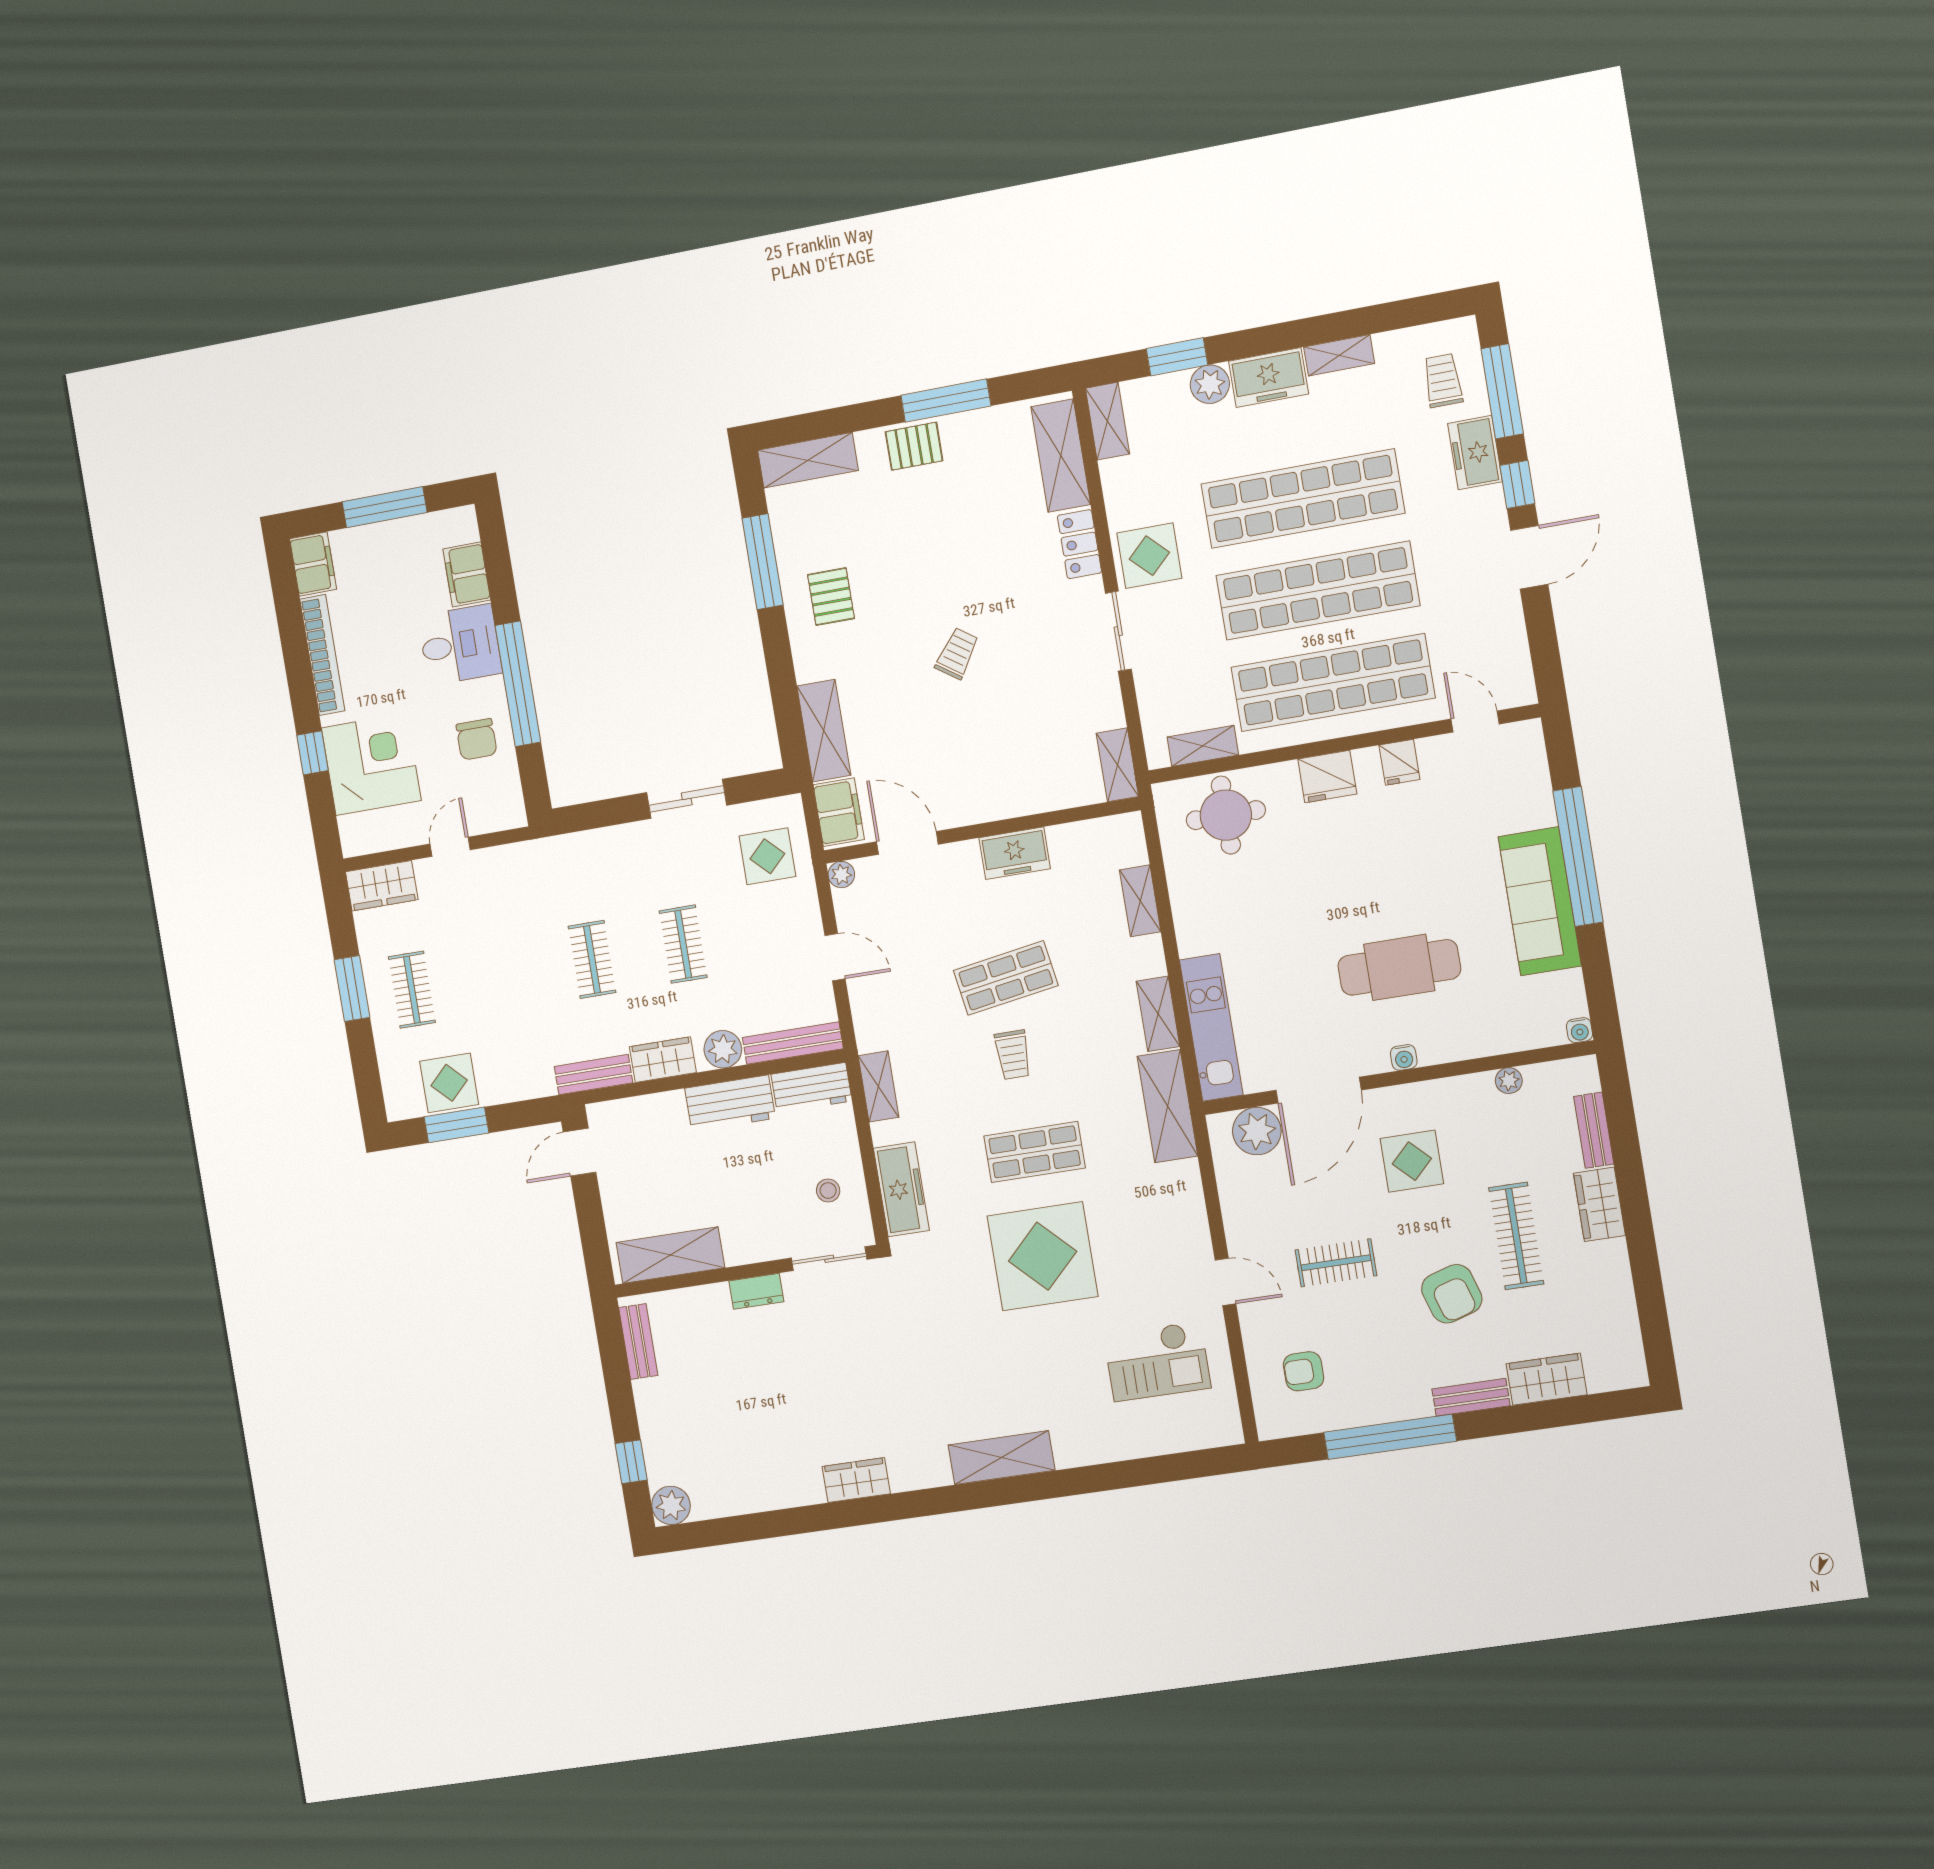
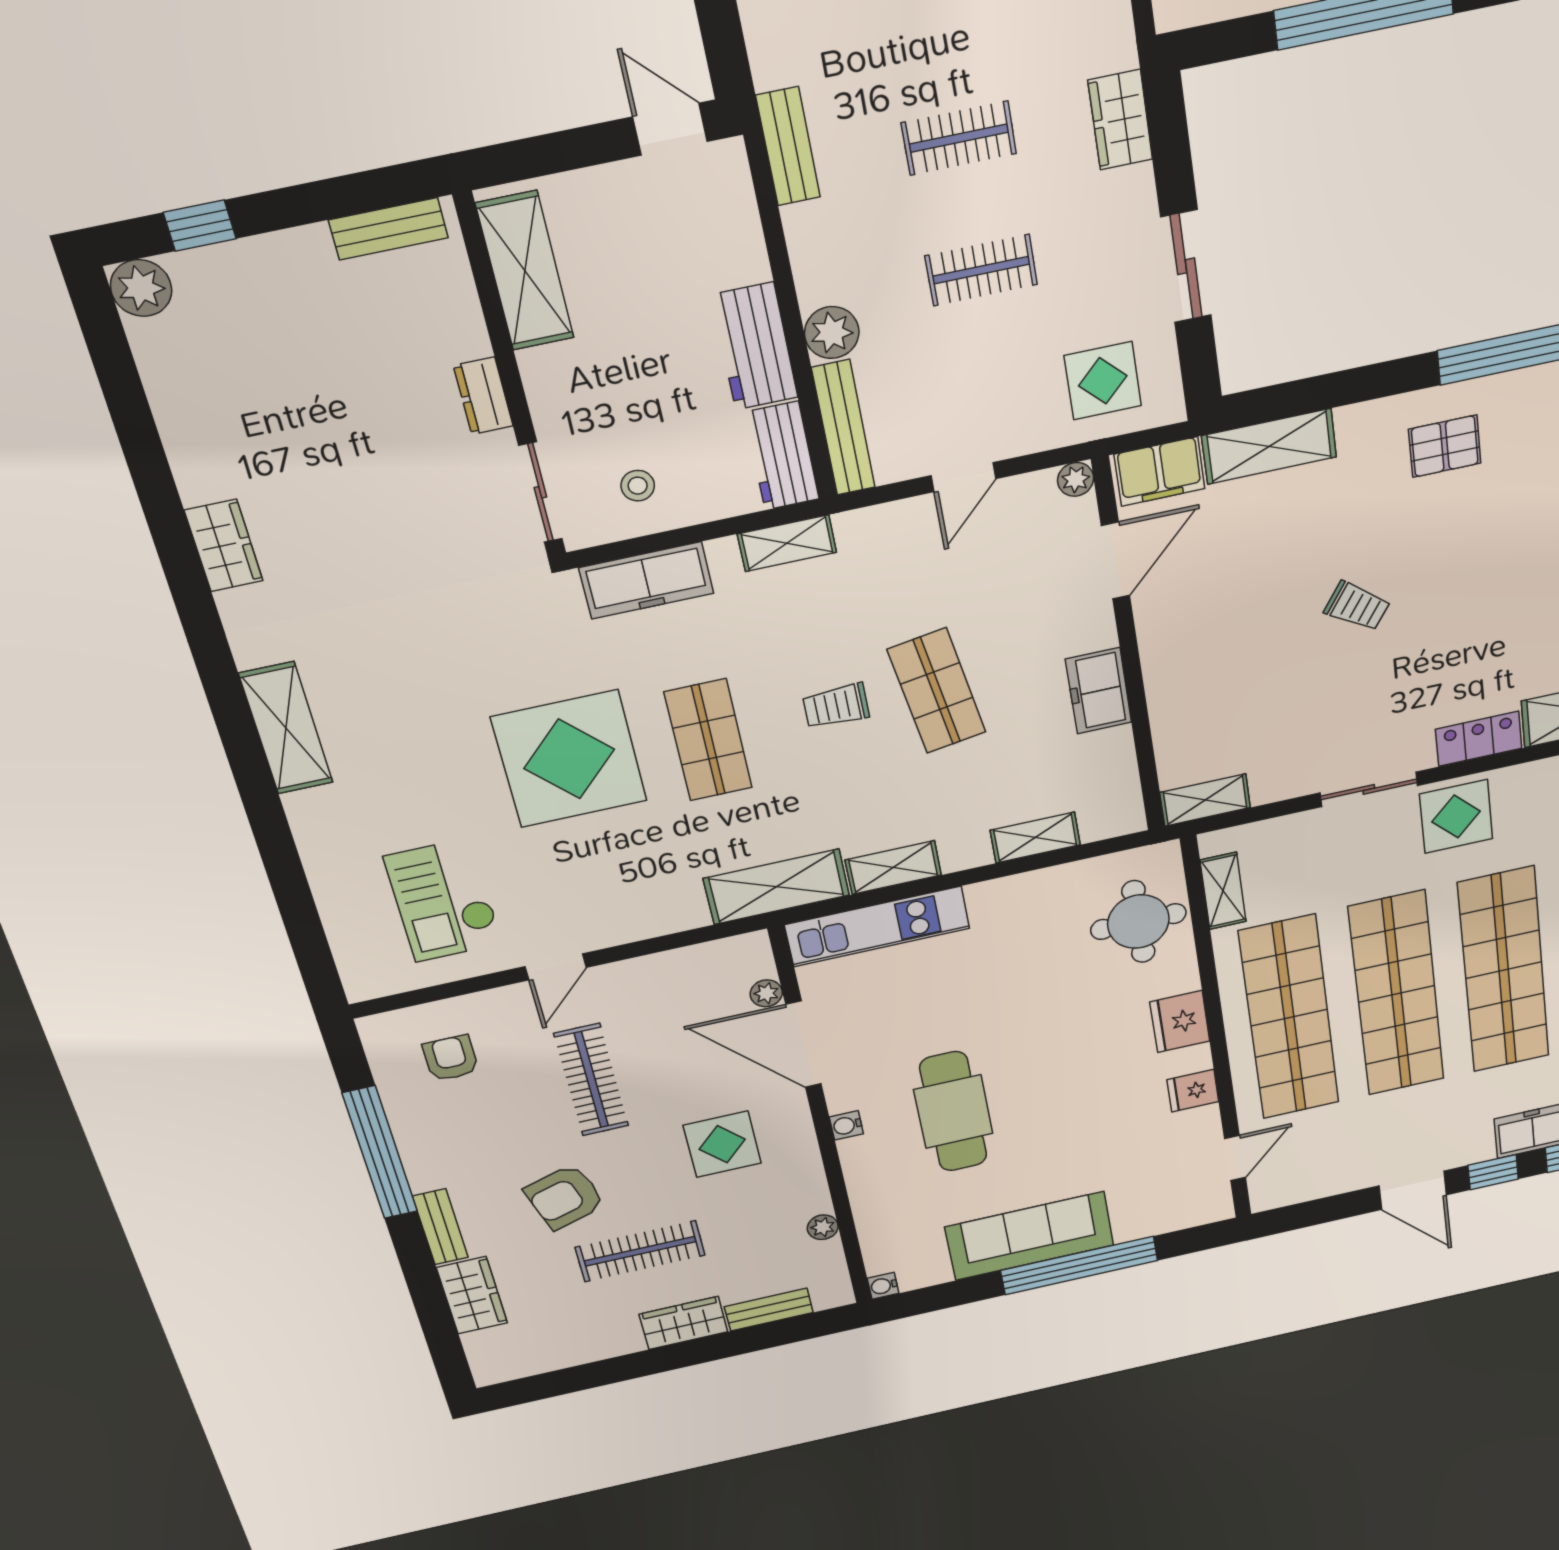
wardrobe: (663, 1060) -> (1120, 120), moved, turned 180
plant: (1257, 1131) -> (766, 993), width x0.53, depth x0.53
clothes rail: (1336, 1263) -> (591, 1080), width x1.36

